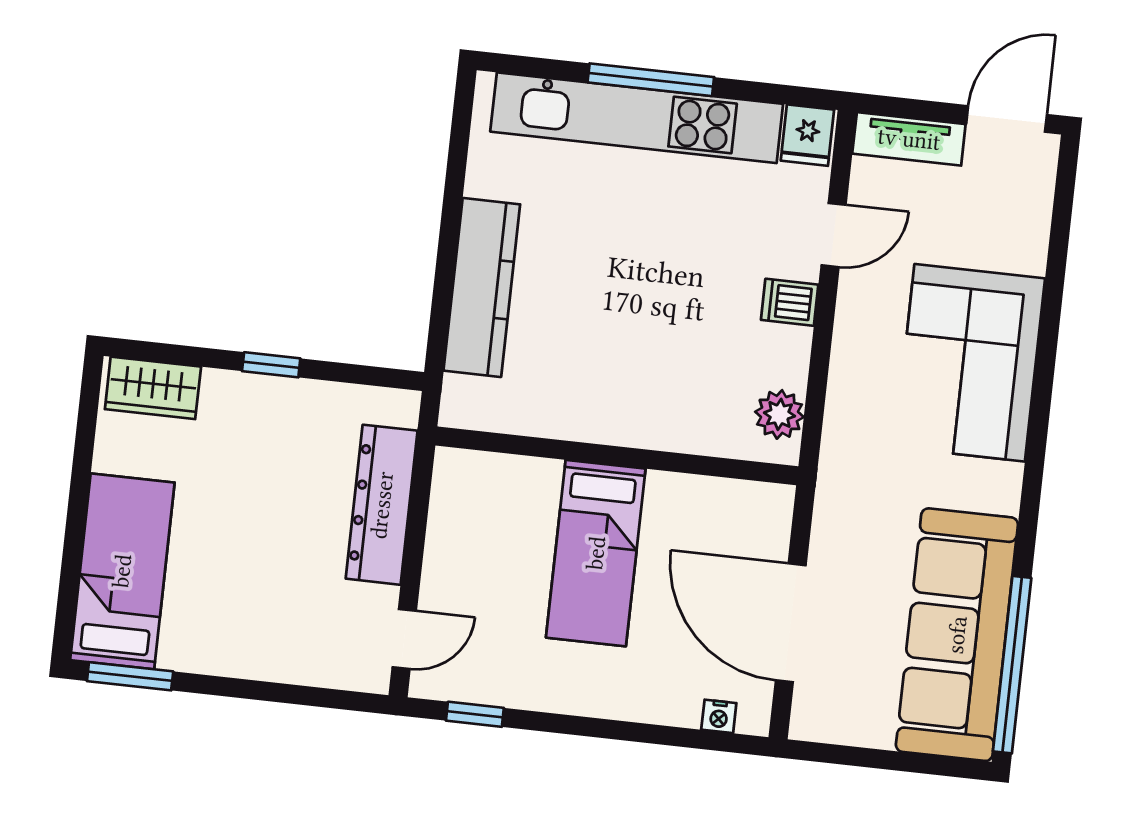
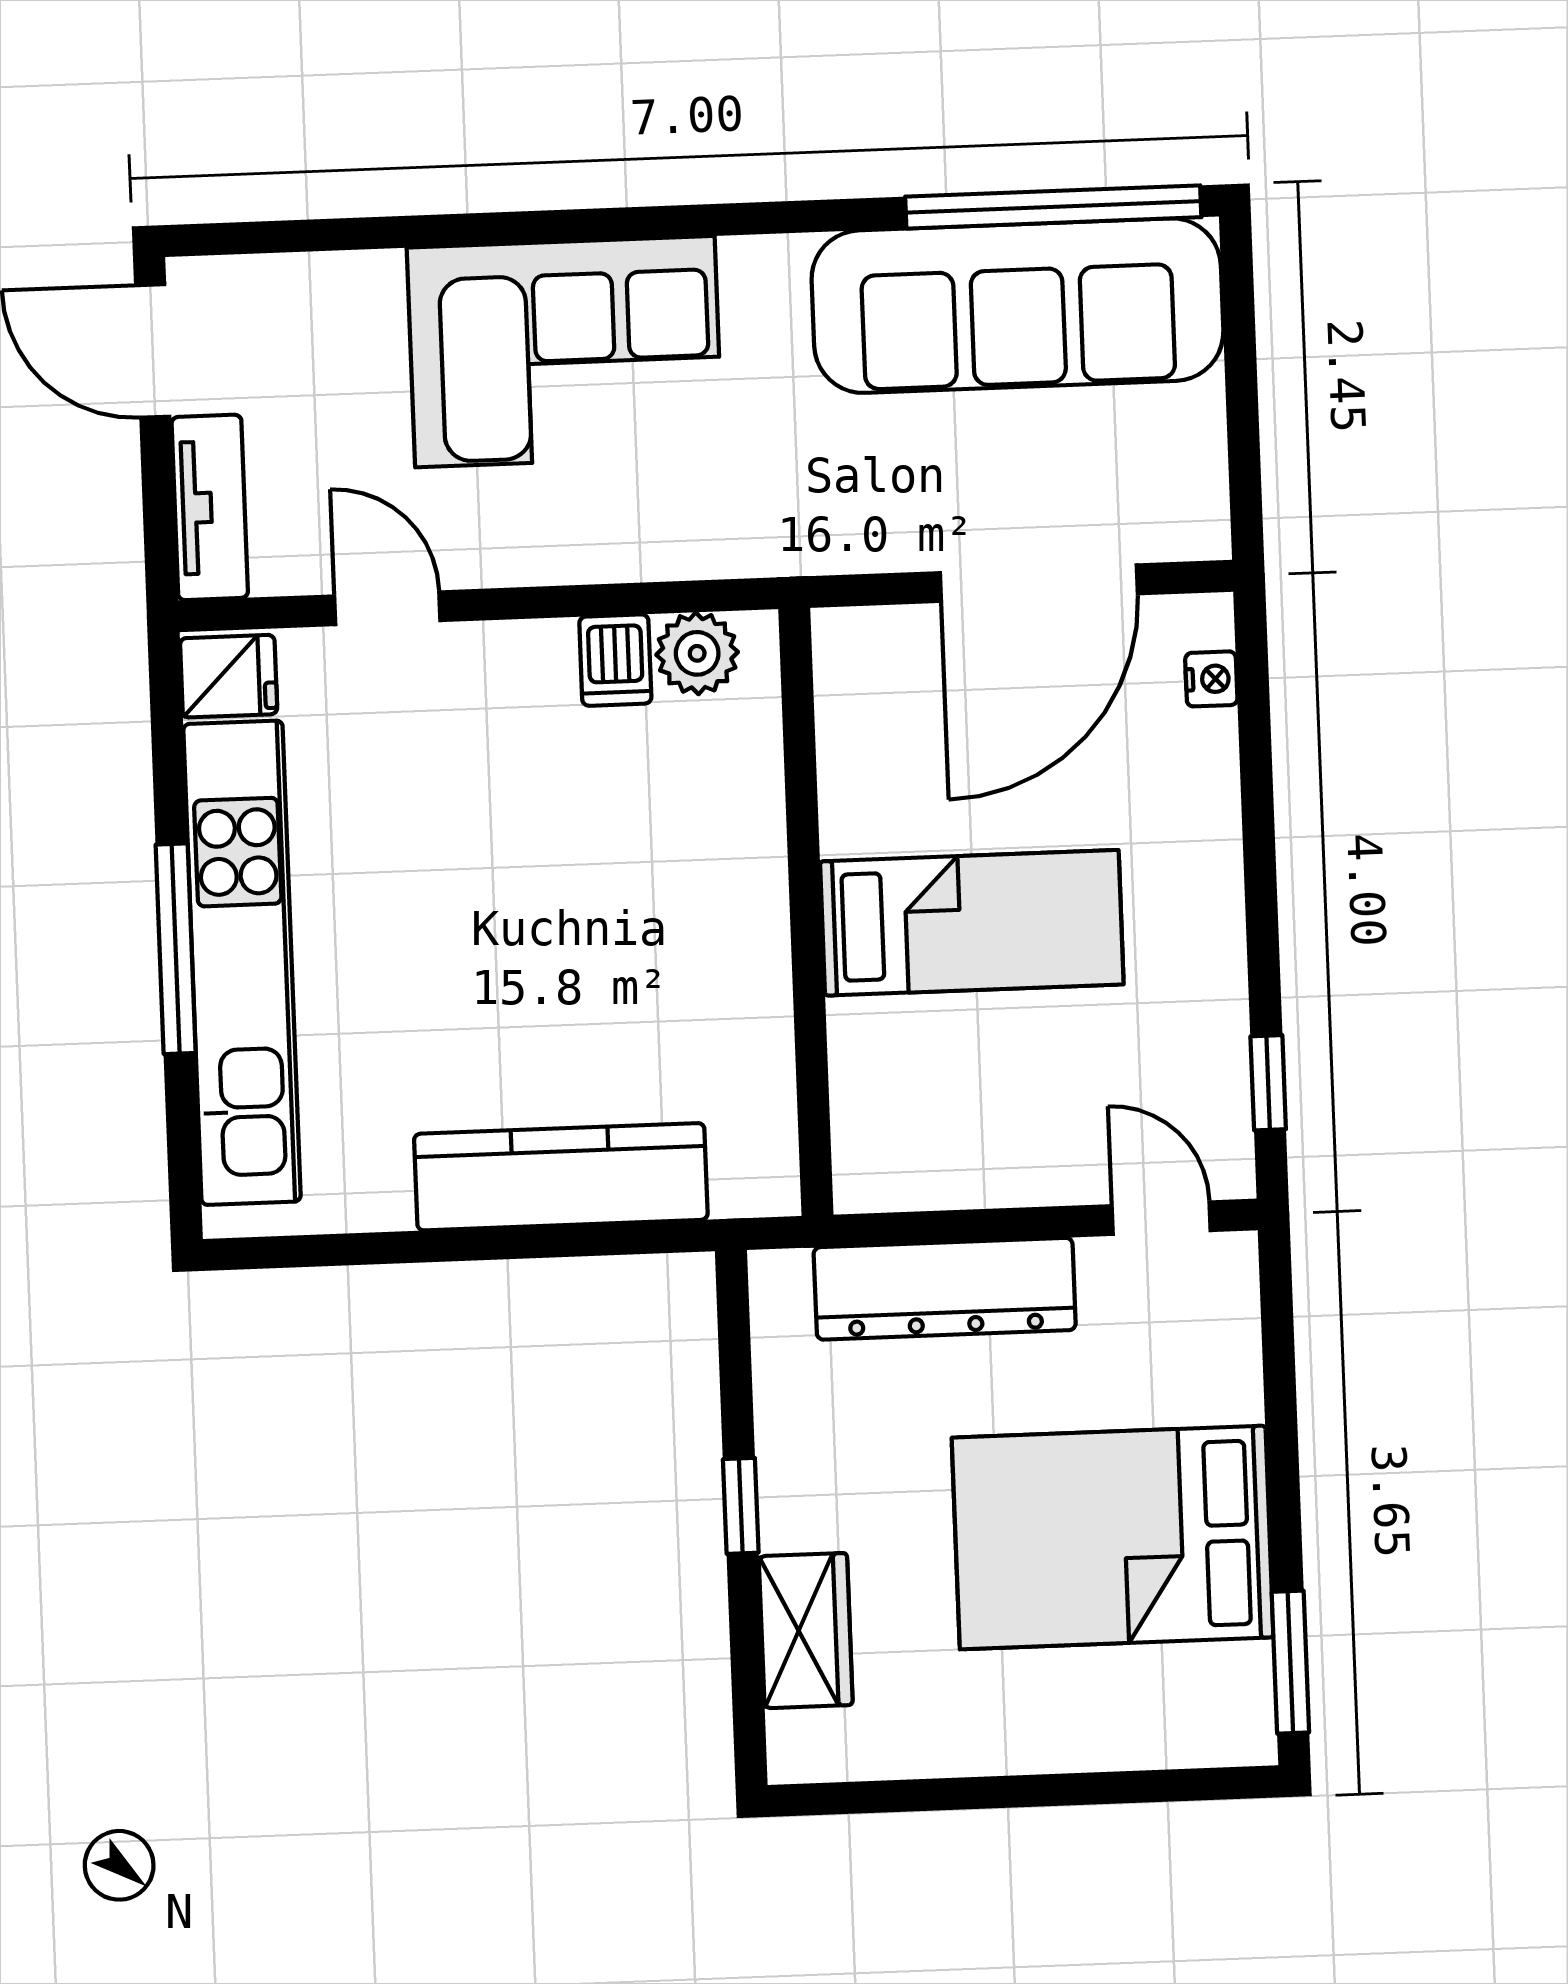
dishwasher: (790, 302) -> (615, 660), moved
wardrobe: (153, 388) -> (806, 1631), moved
bed: (122, 571) -> (1113, 1537), moved, width x1.50

